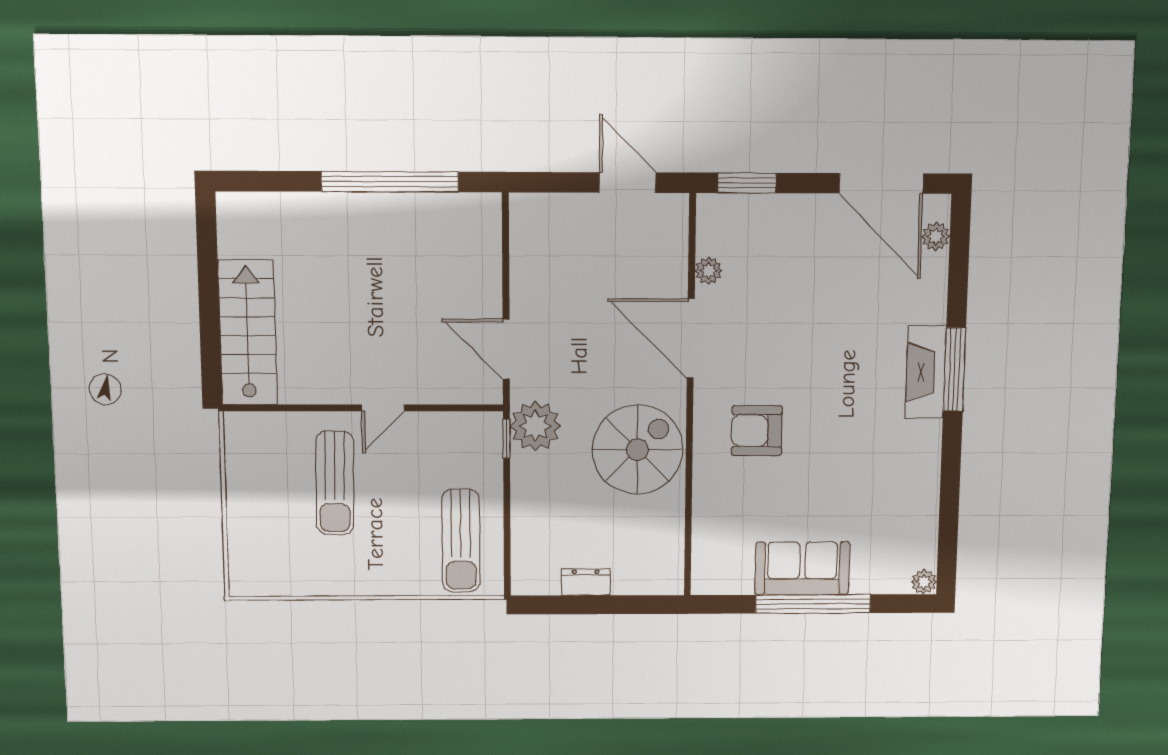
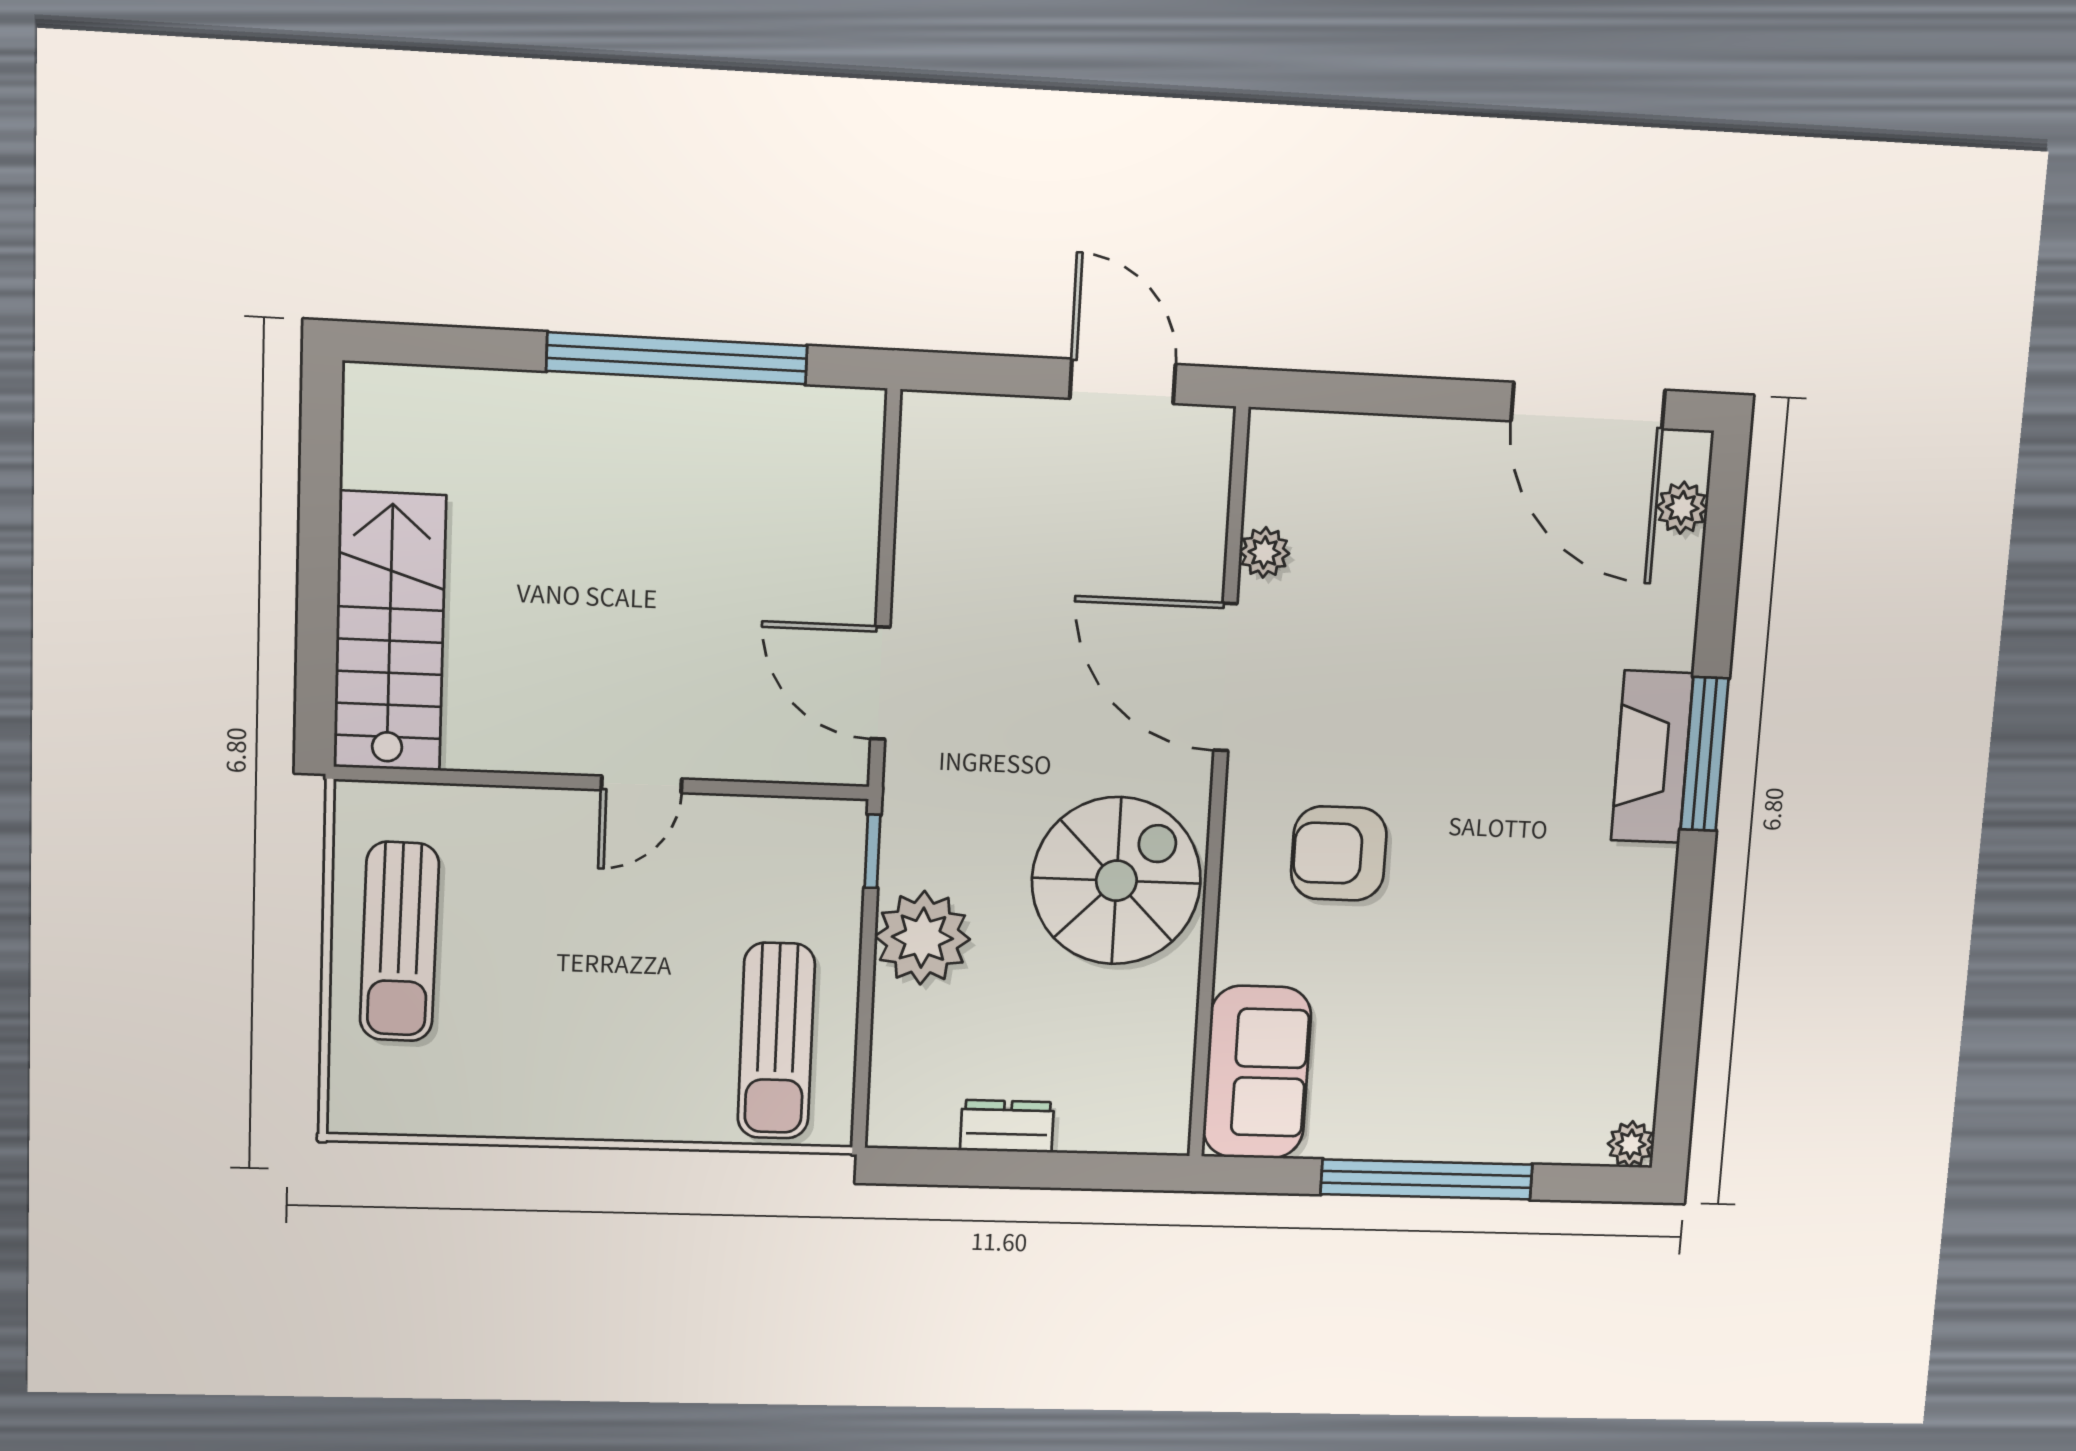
window: (747, 183) -> (1343, 393), removed
plant: (535, 426) -> (922, 938), moved
sun lounger: (335, 483) -> (399, 942), moved
sofa: (802, 568) -> (1257, 1072), moved, turned 90

